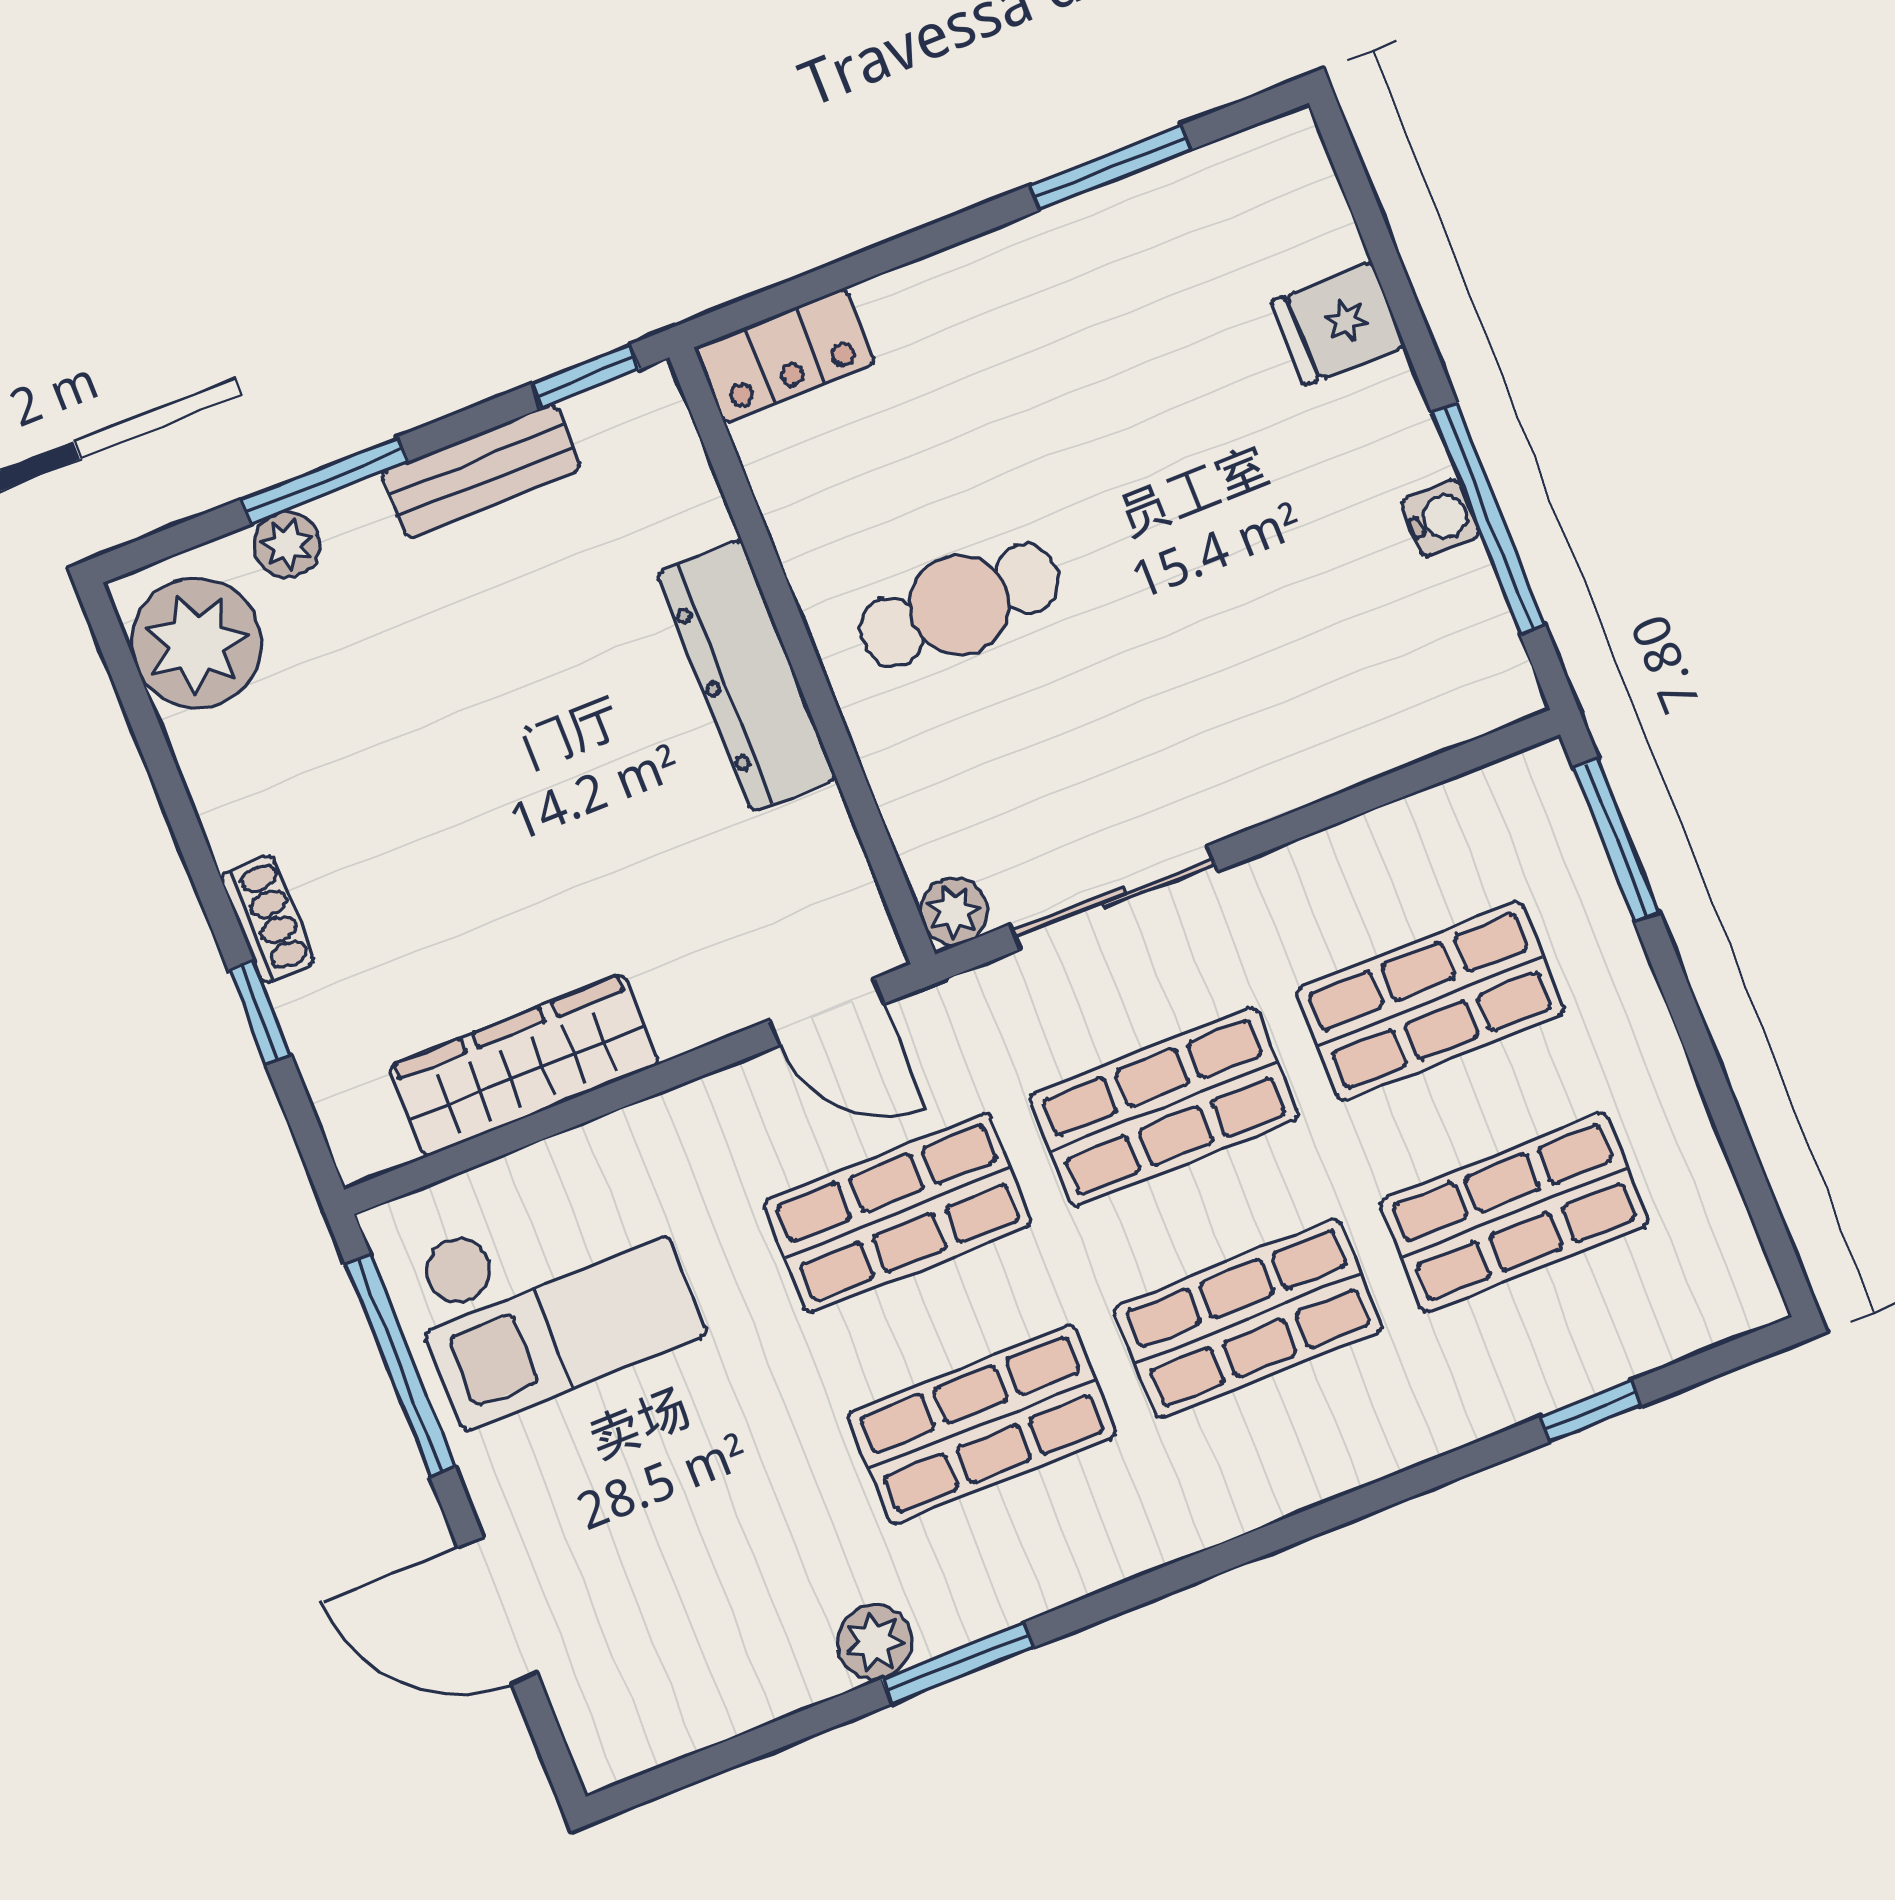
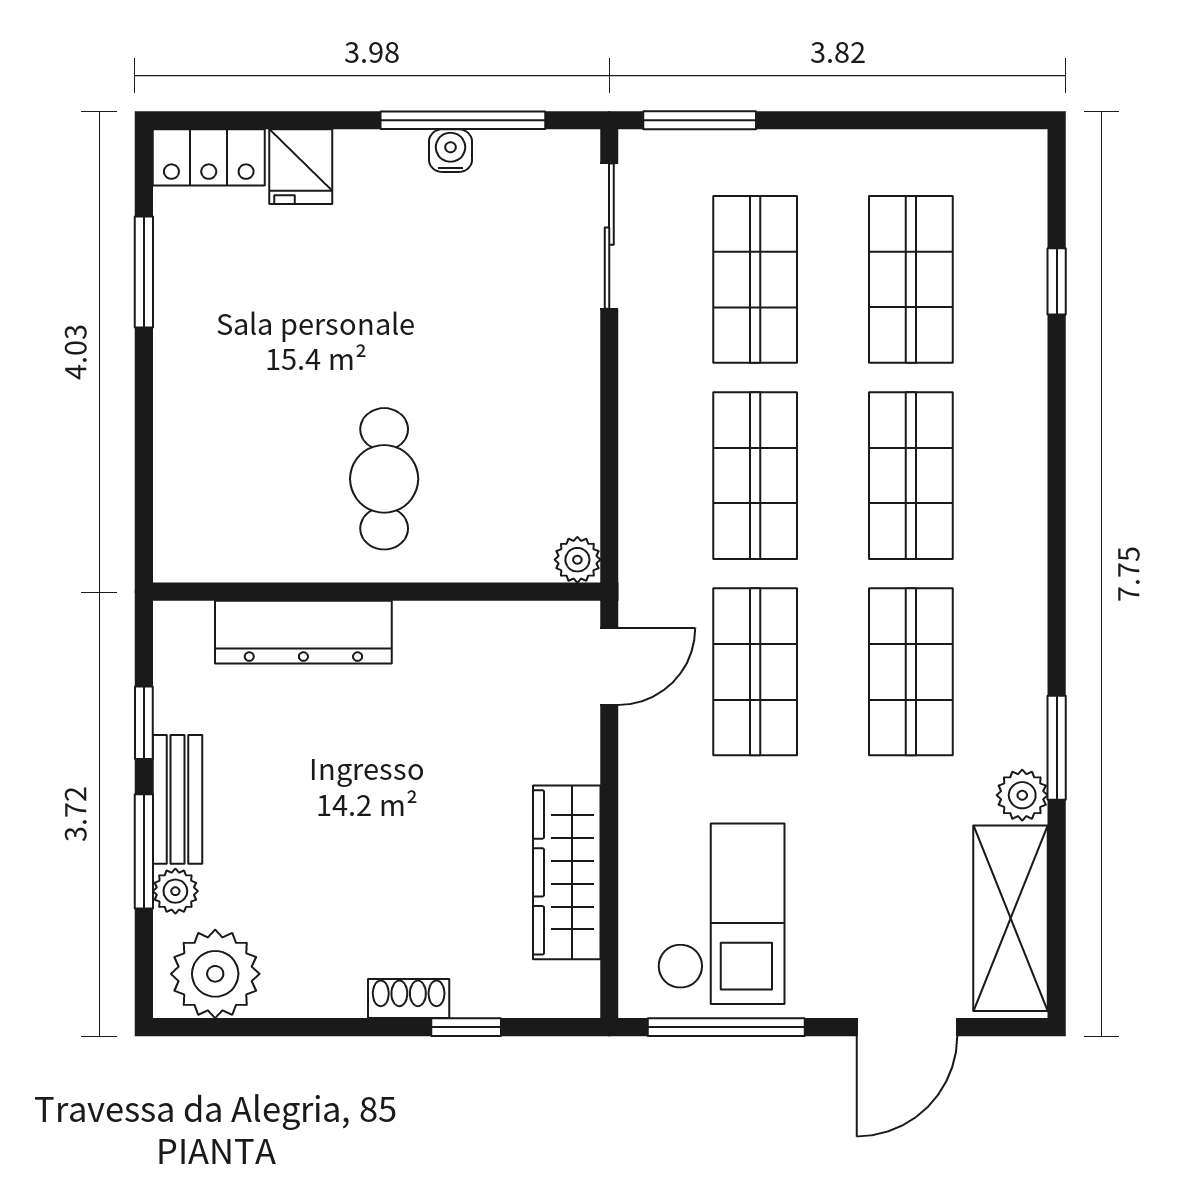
locker: (785, 356) -> (209, 157), moved, turned 90
window: (586, 376) -> (144, 723), moved
bench: (481, 471) -> (177, 799), moved
dresser: (747, 676) -> (303, 632), moved
sliding door: (1114, 898) -> (609, 236), moved
shelving: (701, 1693) -> (1011, 918), added

